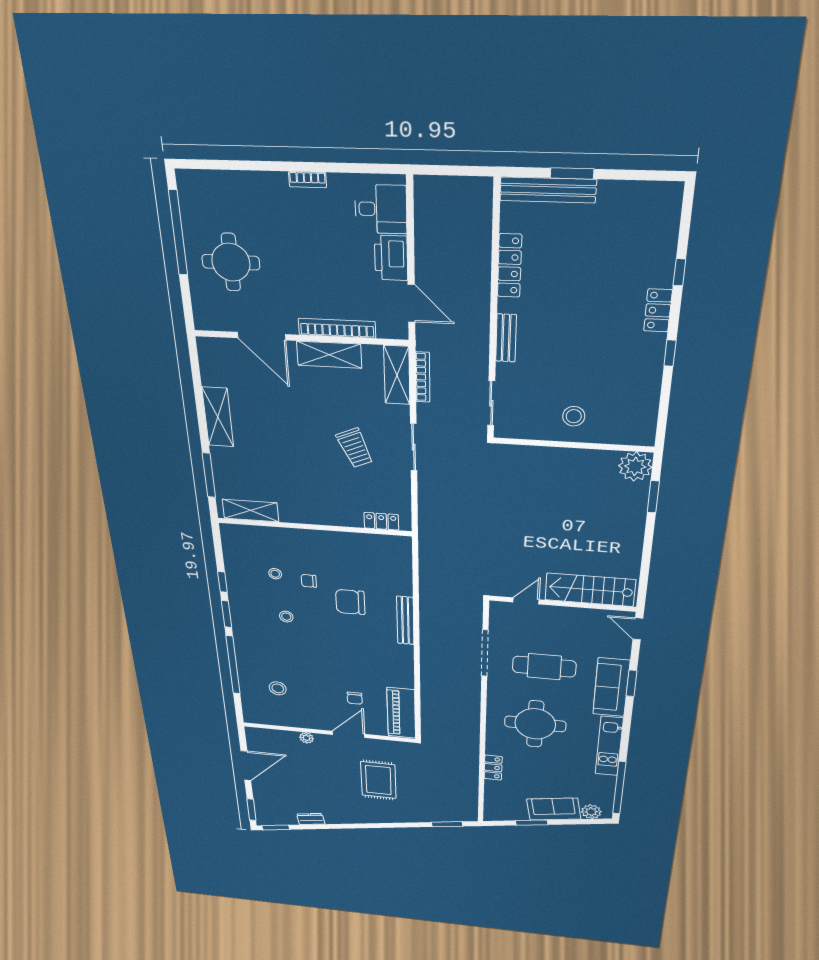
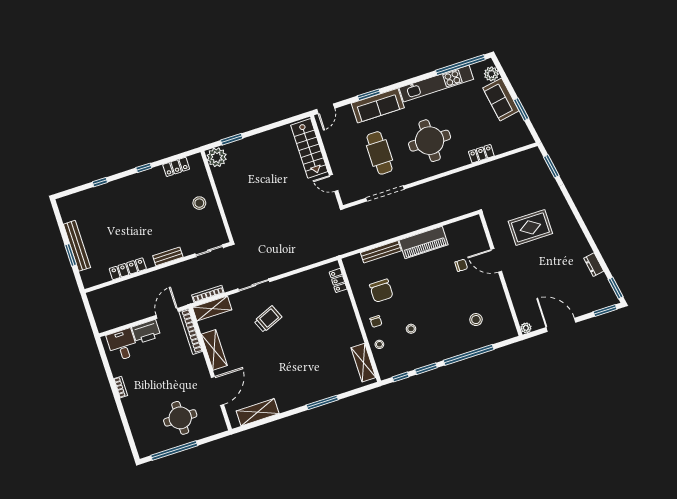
bench: (548, 190) -> (77, 246), moved
locker: (658, 310) -> (176, 167), moved
bookcase: (337, 328) -> (191, 331), moved
shelving: (218, 417) -> (258, 412), moved
shelving: (251, 510) -> (363, 363), moved
locker: (381, 521) -> (338, 280), moved
wall: (314, 527) -> (359, 320), moved
piano: (401, 713) -> (424, 242), moved
plant: (306, 738) -> (526, 328), moved
kitchen unit: (609, 746) -> (436, 84), width x1.36

